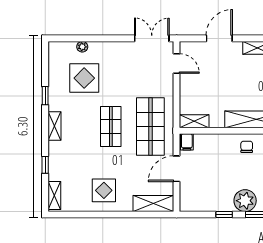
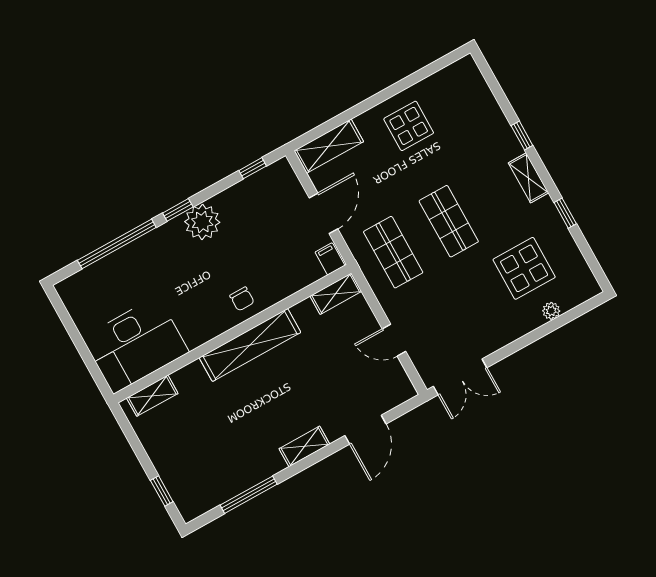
door: (177, 63) -> (394, 340), moved
shop shelf: (150, 126) -> (393, 252), width x0.70, depth x0.74
window: (45, 165) -> (522, 135), moved
shelving: (54, 196) -> (474, 80), removed
window: (224, 215) -> (253, 168), moved

